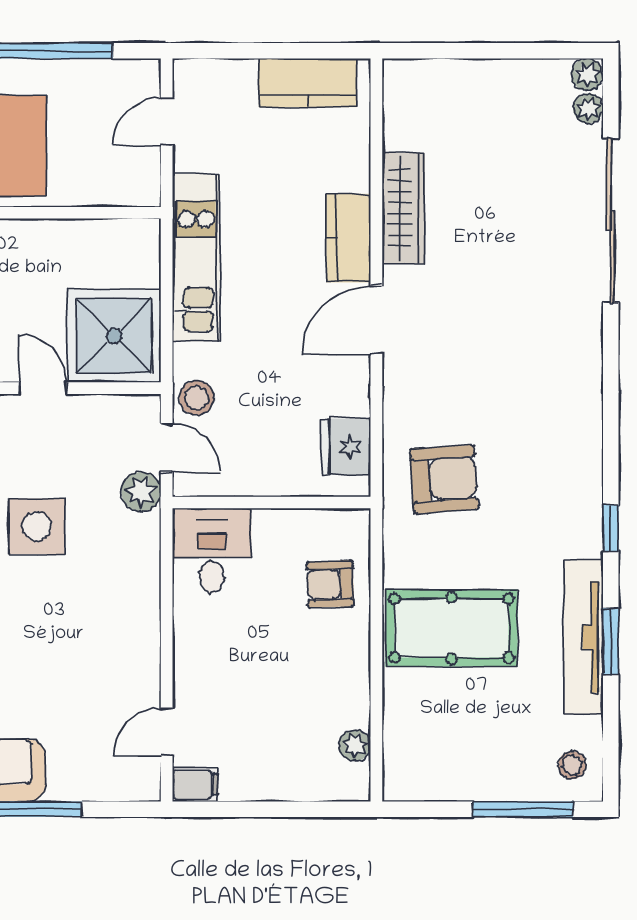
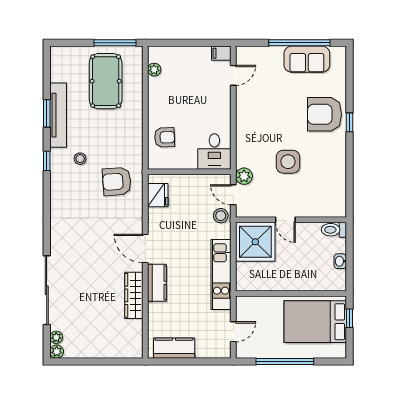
door: (376, 320) -> (145, 248), swing flipped
pool table: (452, 628) -> (106, 81), moved, turned 90
stool: (572, 765) -> (80, 159), moved
window: (523, 809) -> (115, 43), moved

